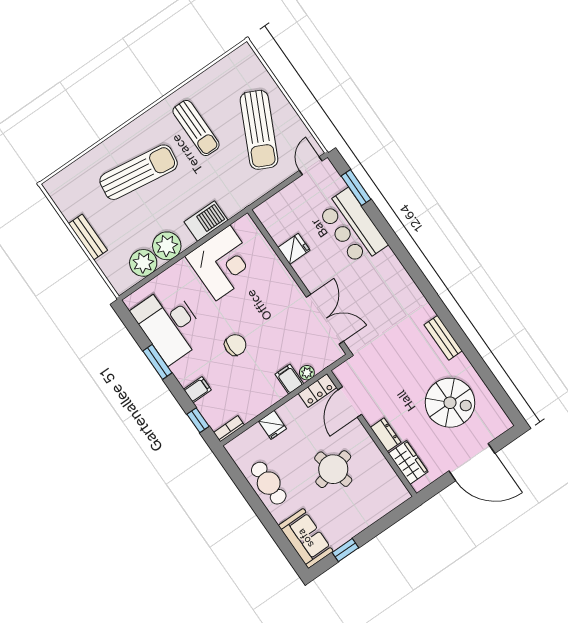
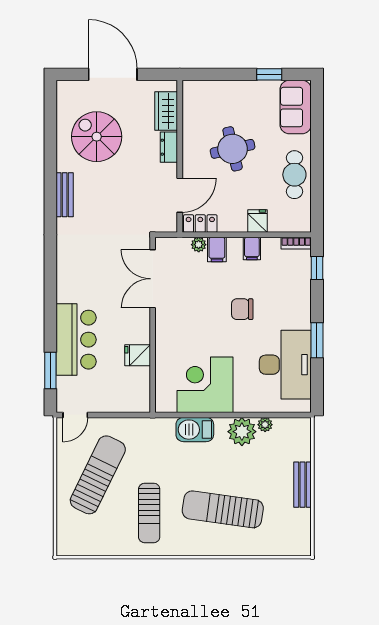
sun lounger: (196, 128) -> (149, 513), turned 180
plant: (143, 263) -> (265, 425), width x0.53, depth x0.53
filing cabinet: (197, 390) -> (252, 249), moved, turned -90

